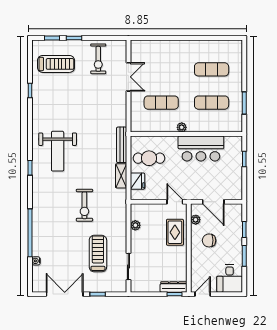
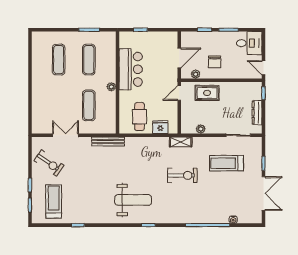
exercise bike: (98, 59) -> (49, 163), turned 35
bench: (122, 145) -> (108, 142), moved
shelving: (121, 176) -> (181, 142), moved
dresser: (174, 287) -> (257, 113), moved
double door: (65, 294) -> (263, 193), swing flipped

